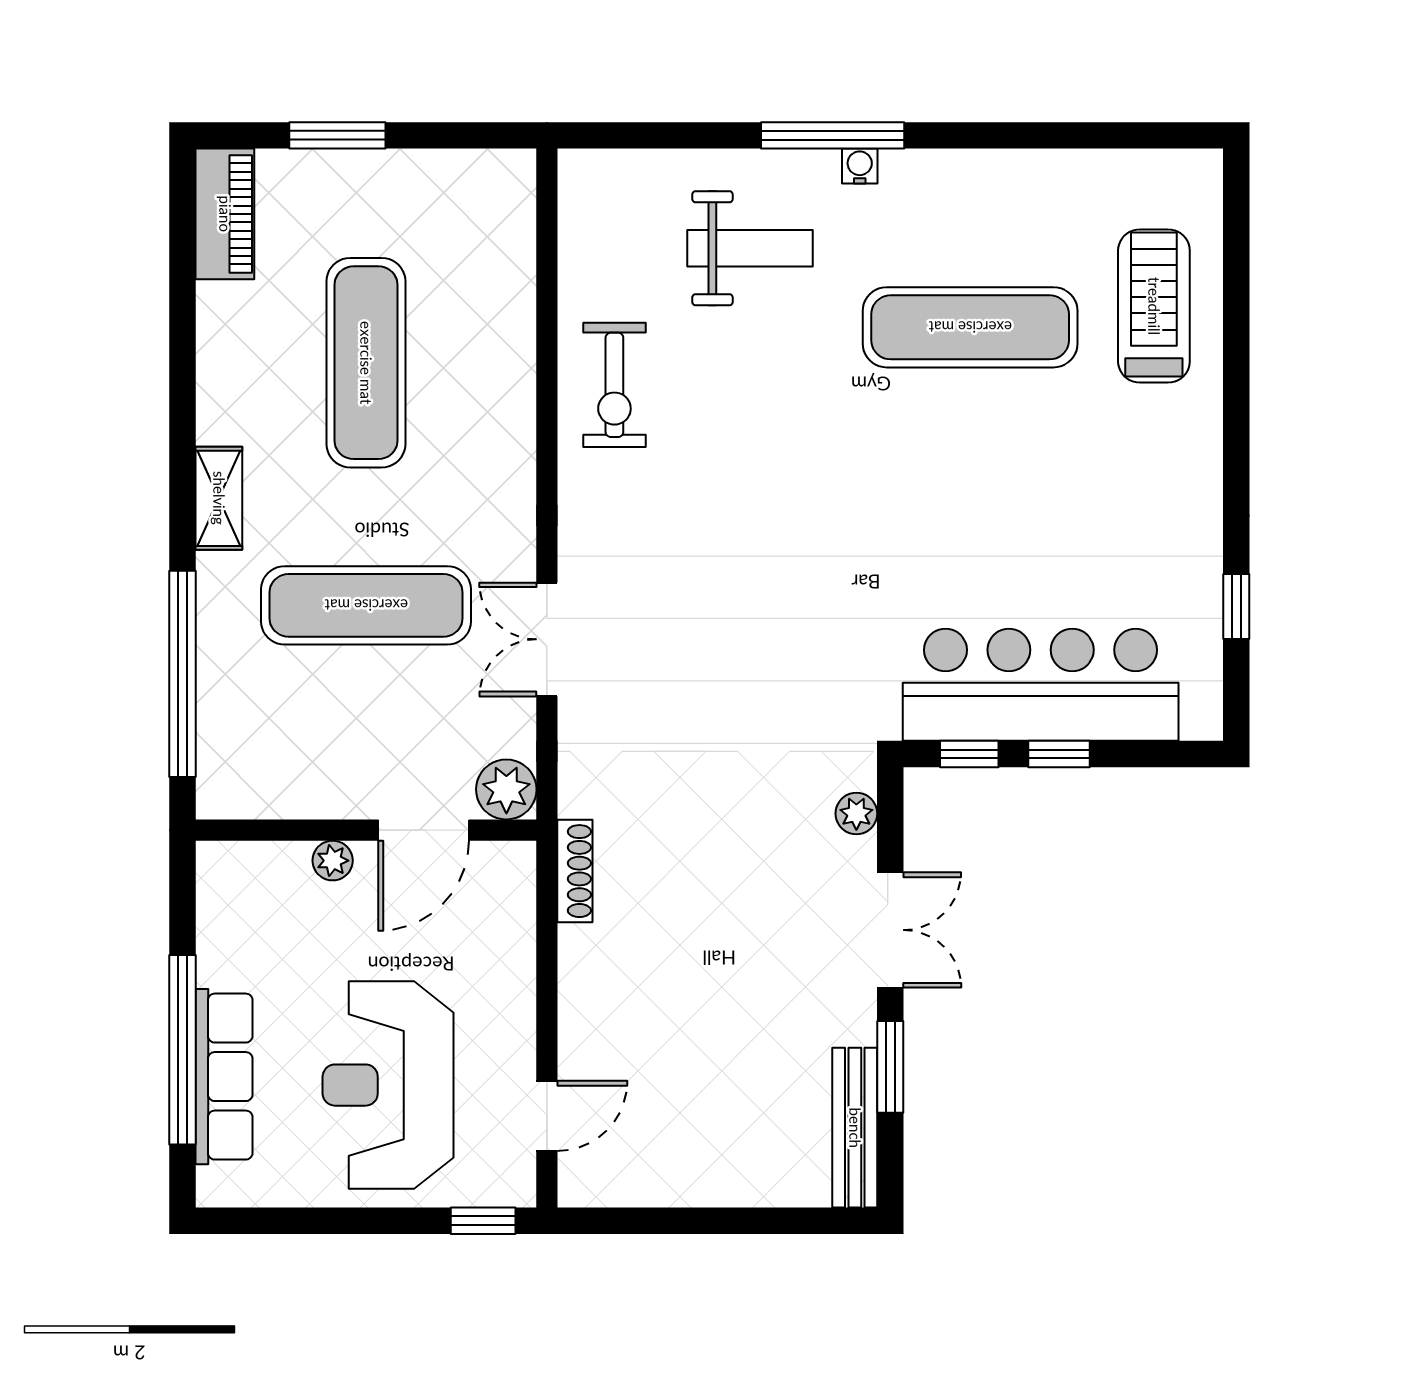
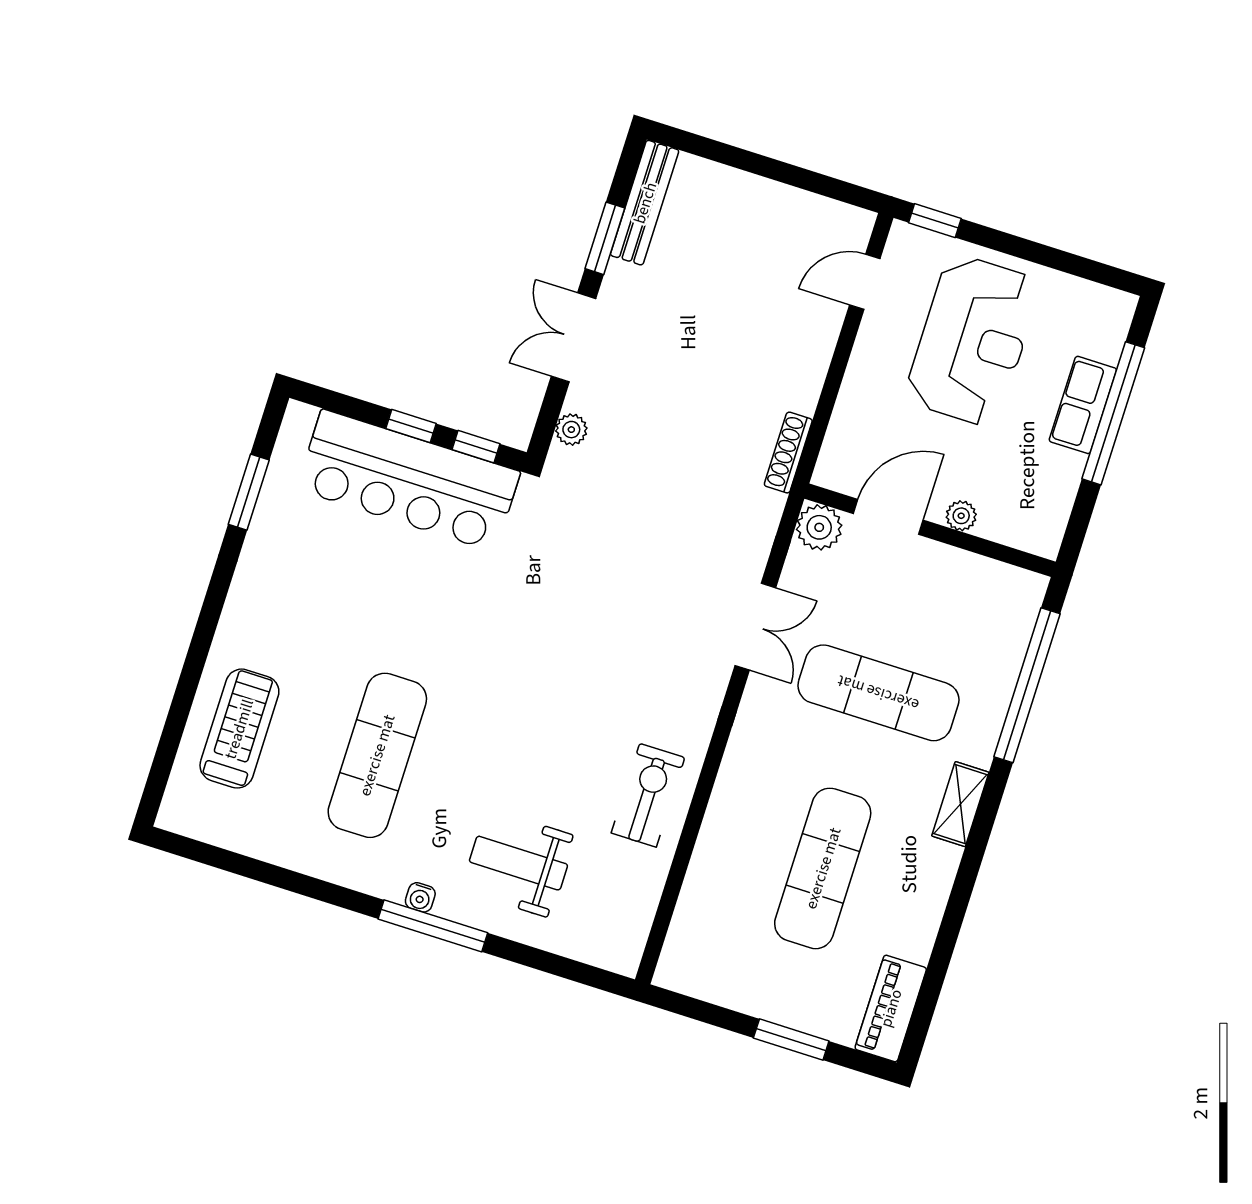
treadmill: (1154, 306) -> (239, 729), turned 180
exercise mat: (970, 327) -> (377, 755), turned 90
window: (1236, 607) -> (249, 492), width x1.50
row of seats: (224, 1077) -> (1083, 405), width x0.68

